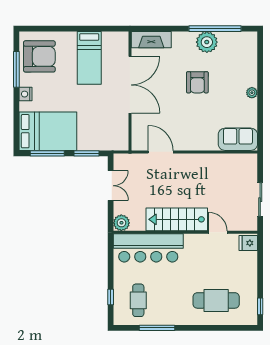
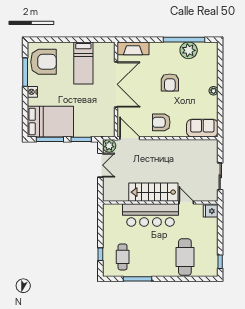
plant: (207, 42) -> (189, 50), moved
armchair: (187, 132) -> (161, 122), added
door: (161, 152) -> (130, 138), moved
plant: (121, 223) -> (109, 146), moved
bar counter: (148, 248) -> (151, 215), moved
cafe table: (216, 300) -> (185, 257), turned 90

